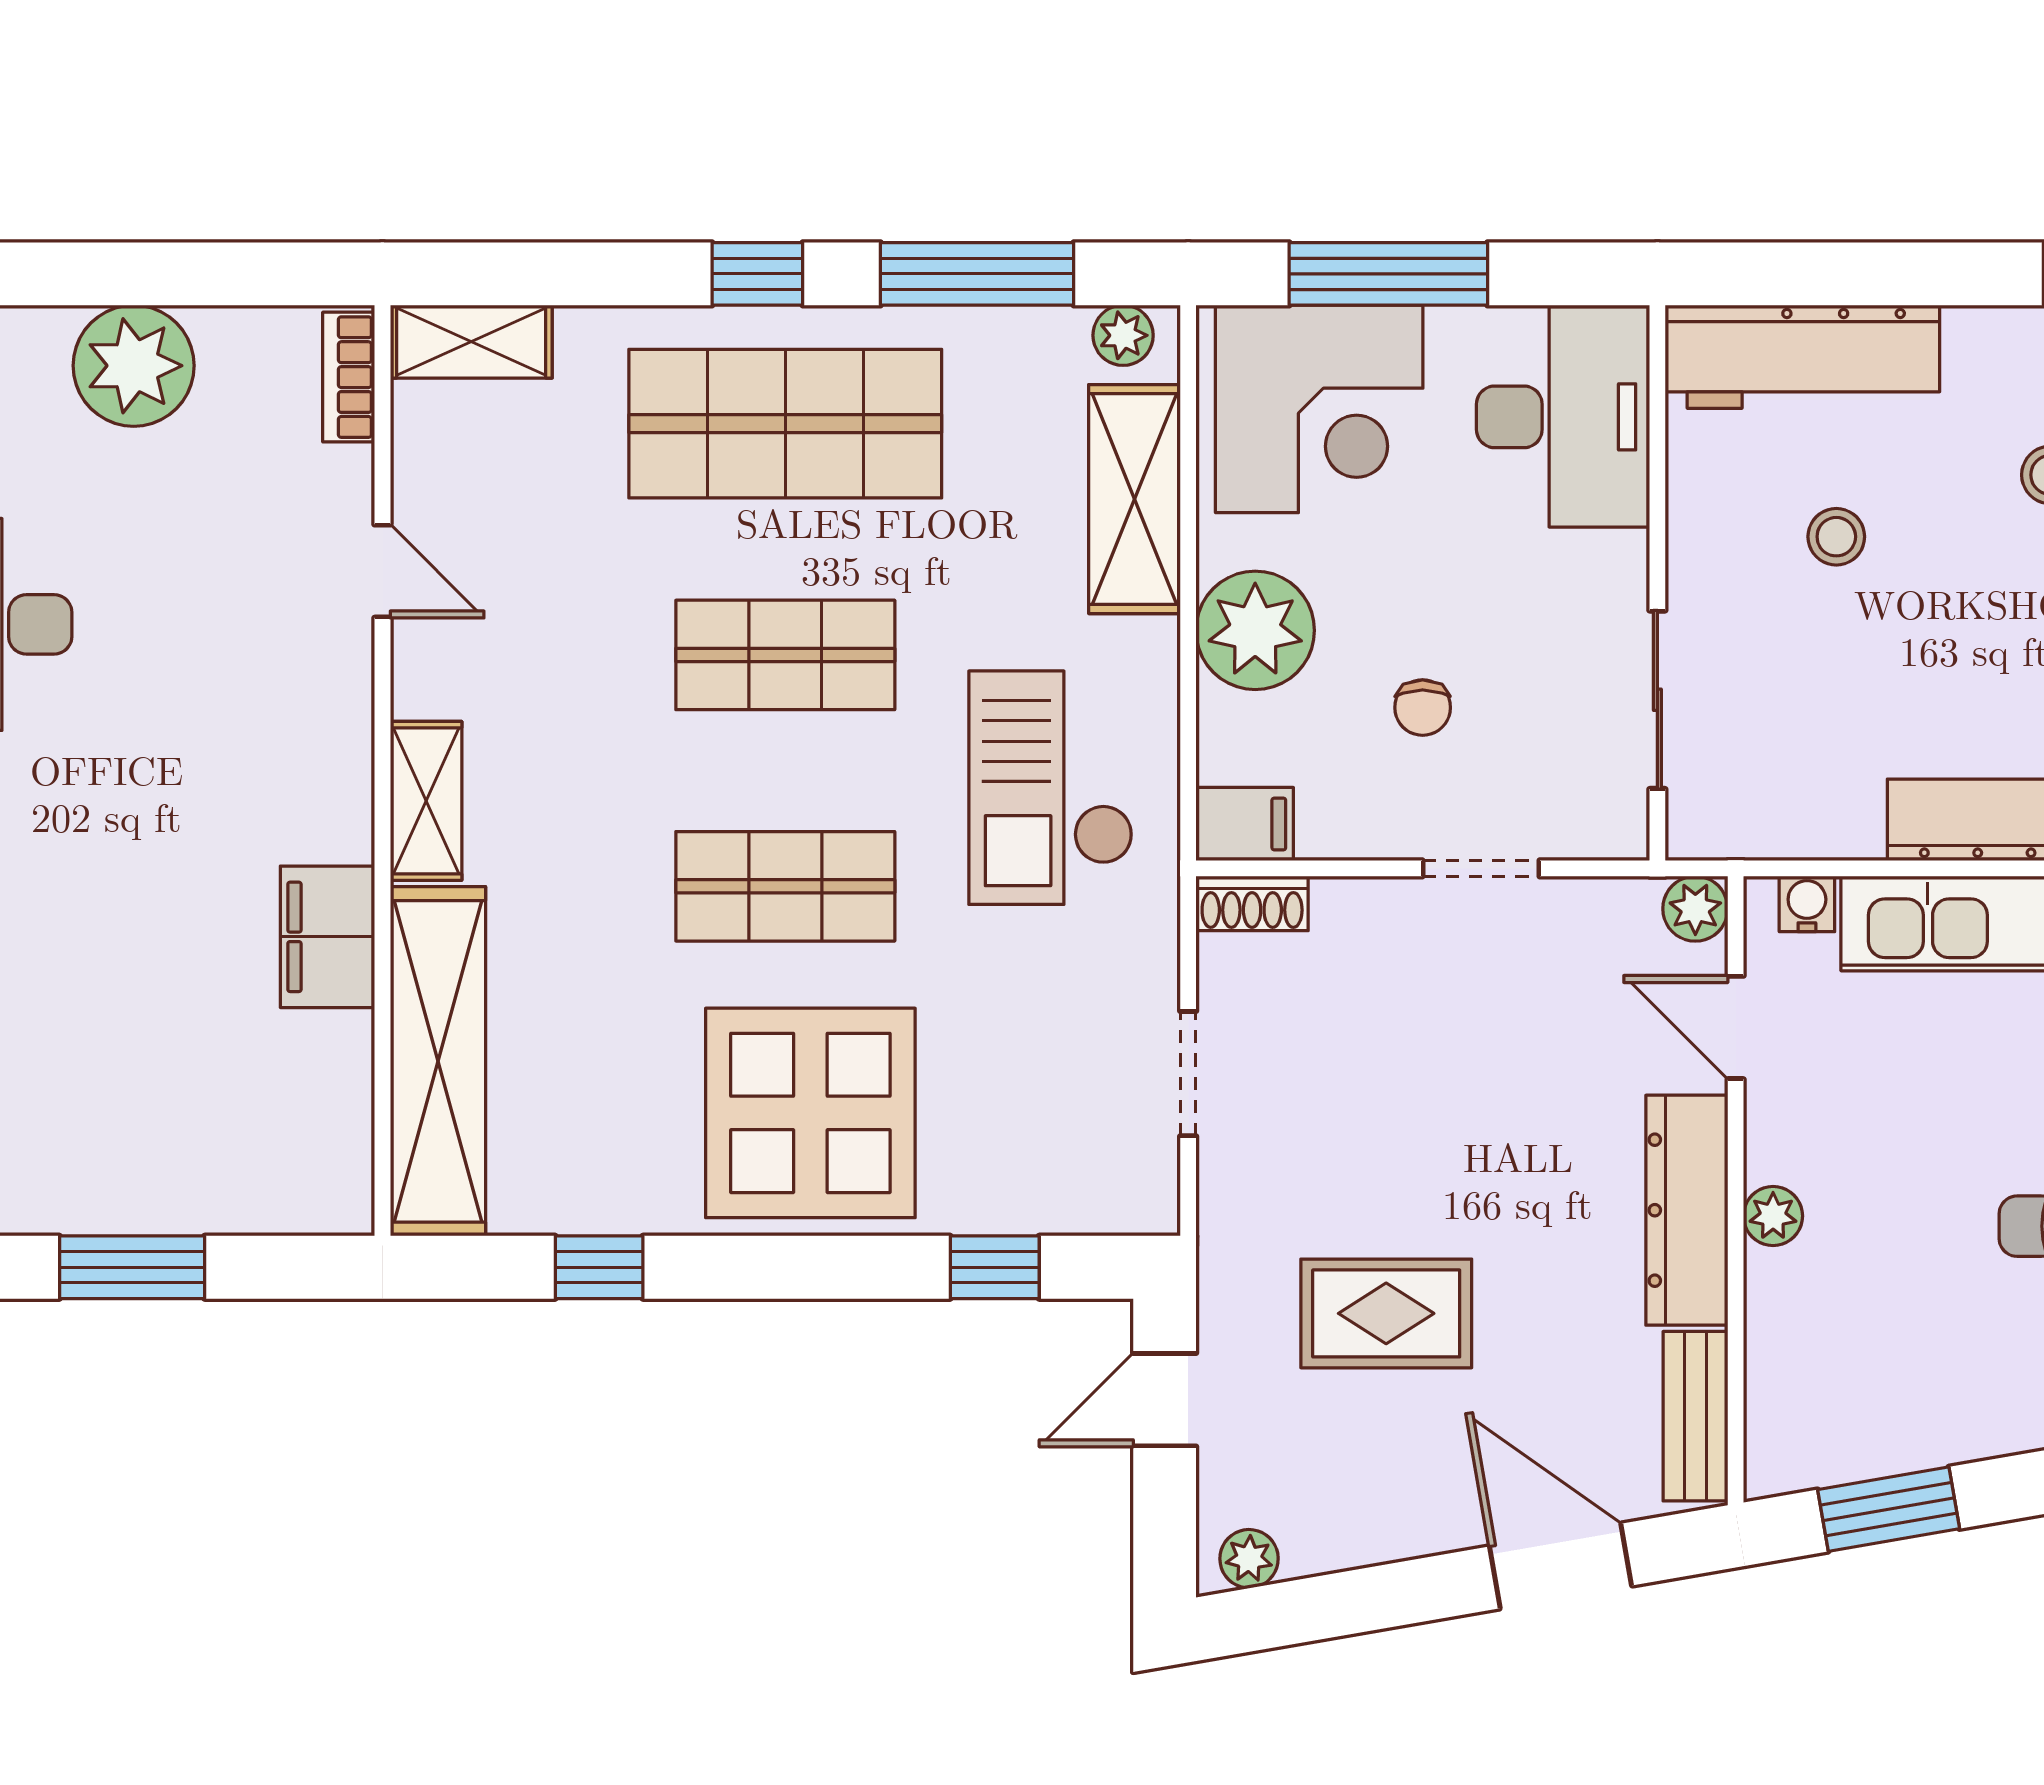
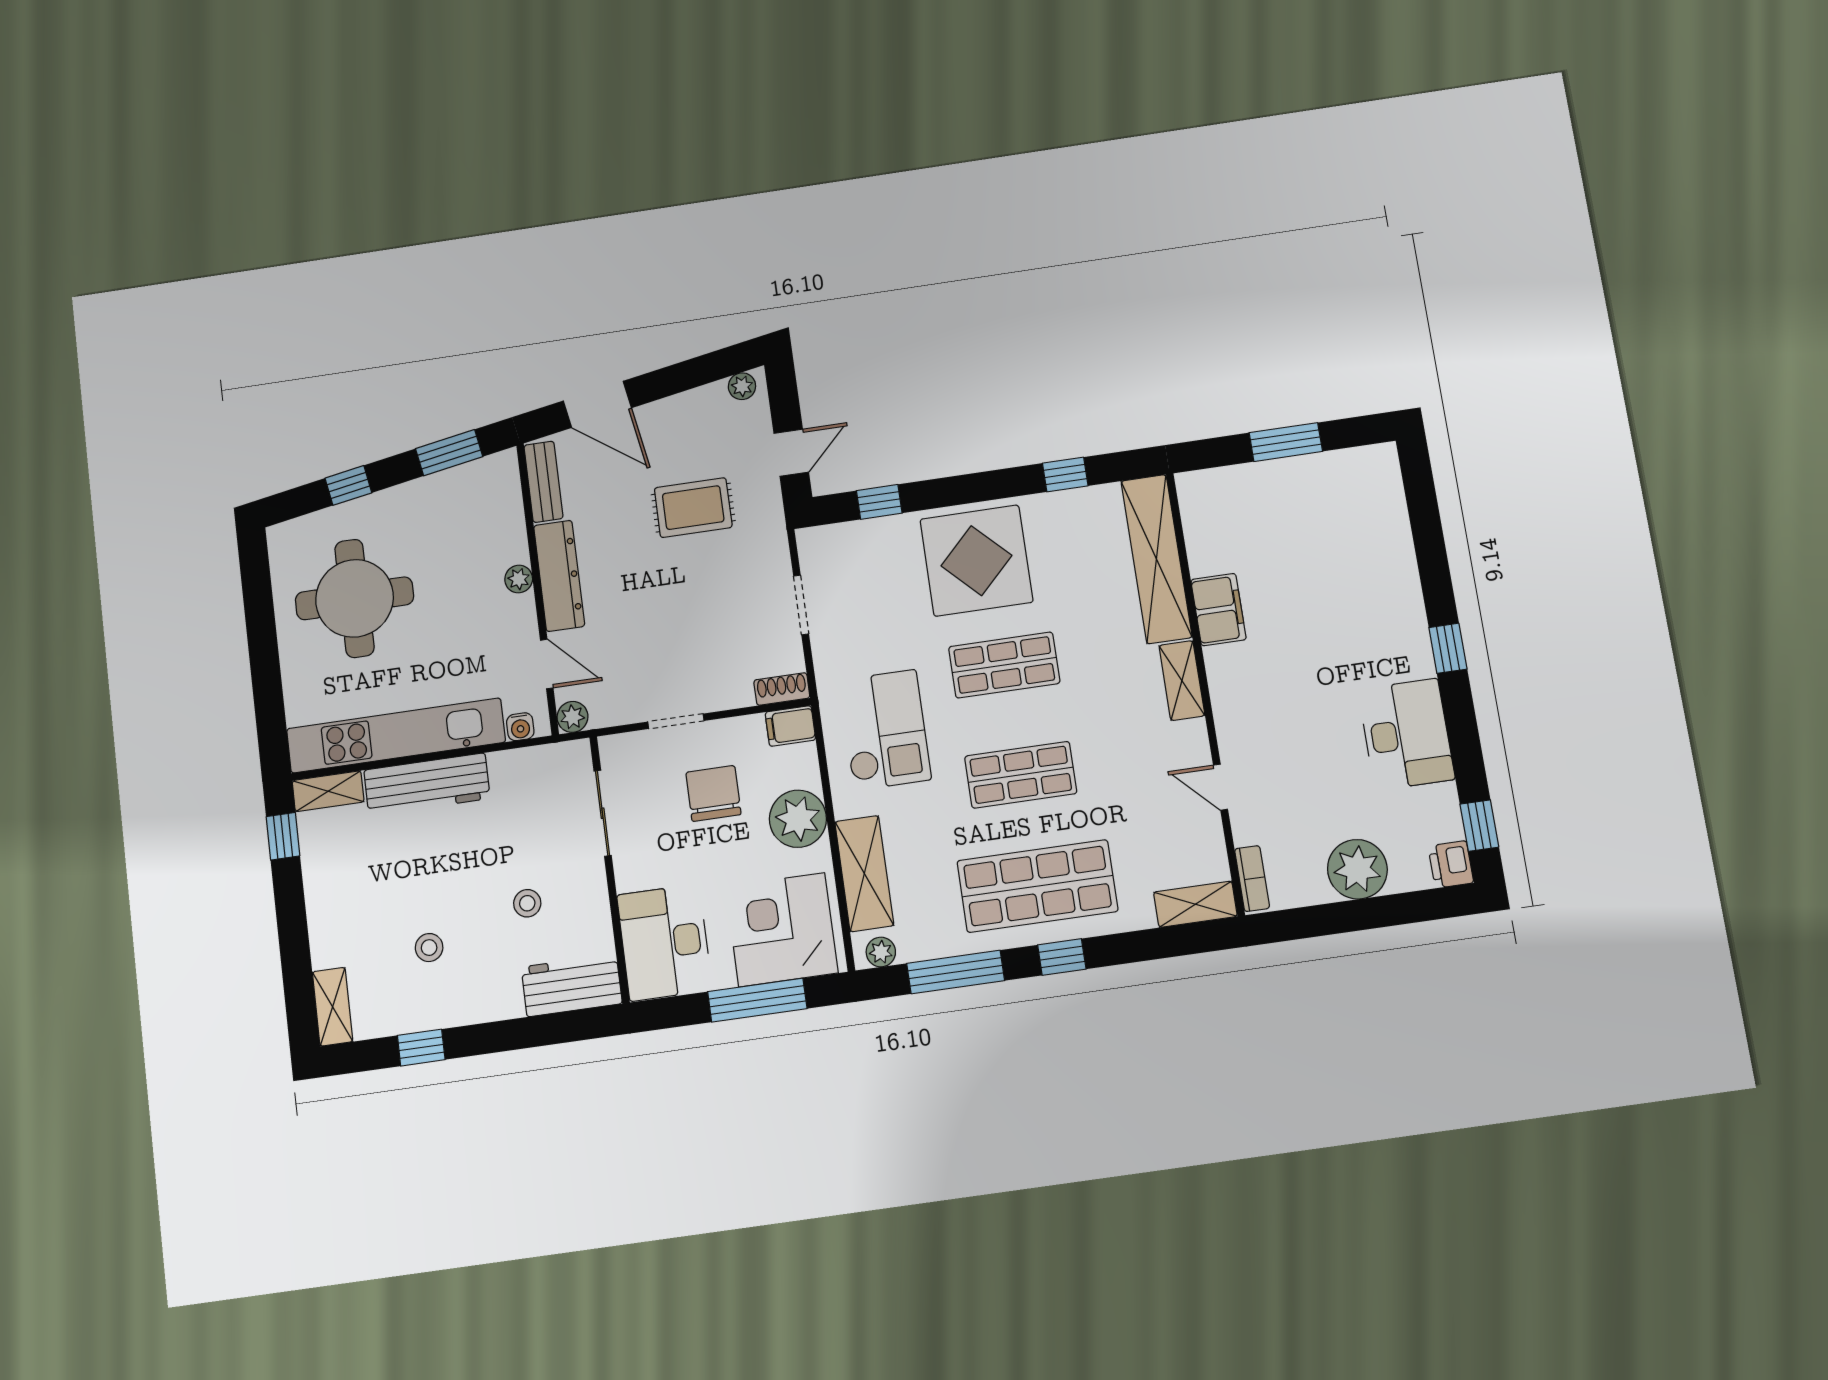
workbench: (1802, 357) -> (572, 985), width x0.73
chair: (1423, 708) -> (713, 793), width x1.87, depth x1.87

